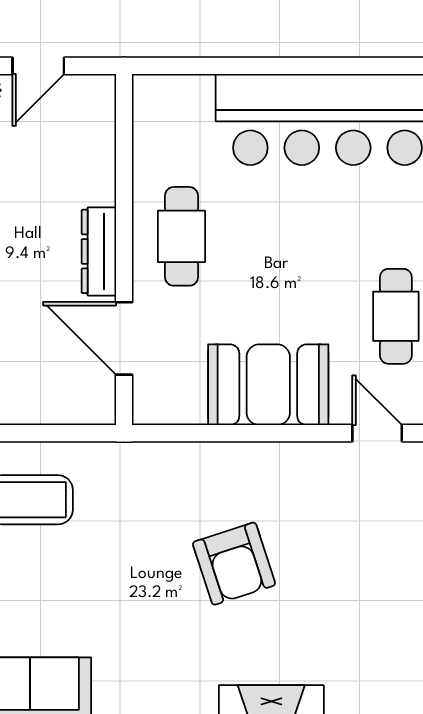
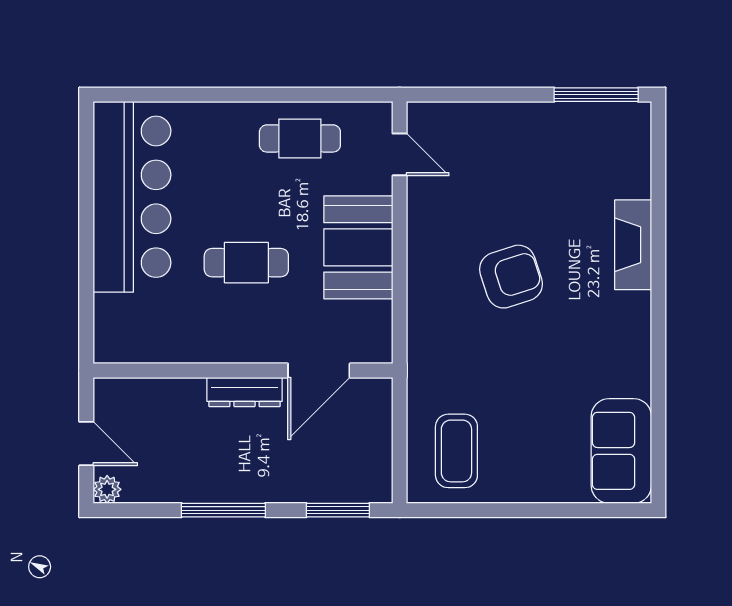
cafe table: (181, 236) -> (246, 263), moved
door: (377, 433) -> (400, 154), swing flipped

